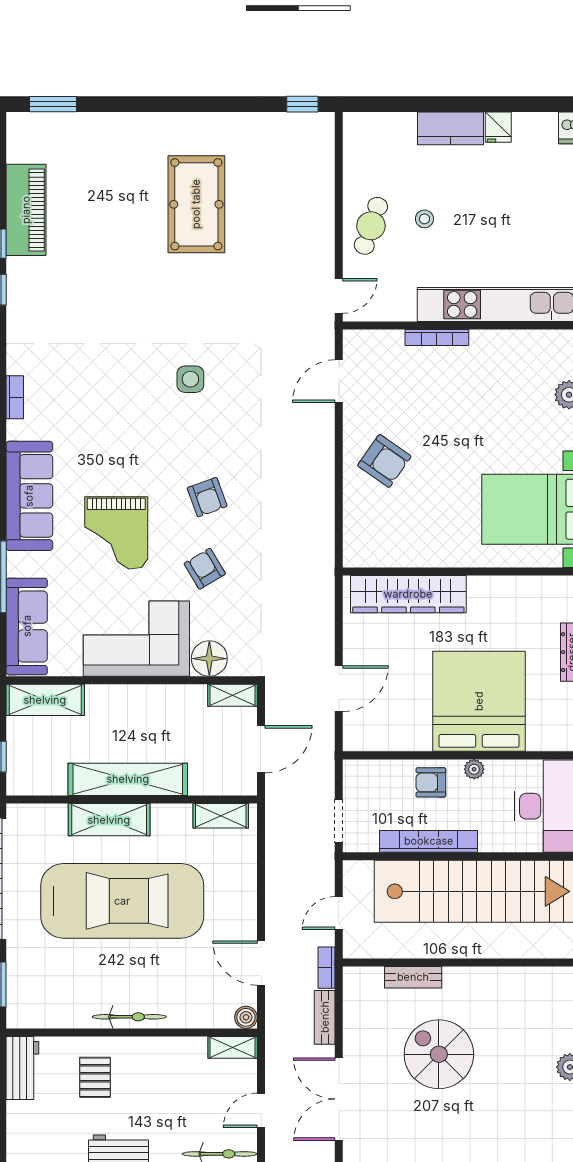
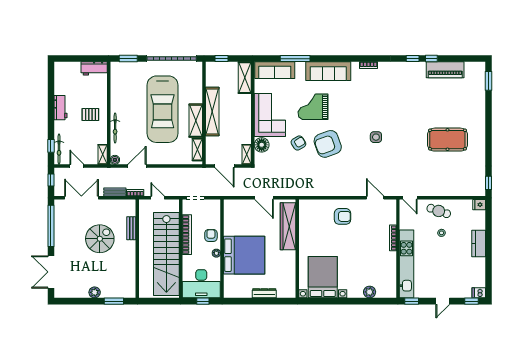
fridge: (498, 127) -> (479, 205), moved
armchair: (384, 461) -> (342, 216), turned -125
armchair: (207, 497) -> (328, 144), width x1.88, depth x1.88
door: (339, 689) -> (264, 198), moved
shelving: (109, 820) -> (196, 121), moved
bicycle: (129, 1017) -> (115, 128), moved
pallet: (95, 1077) -> (90, 115), moved

